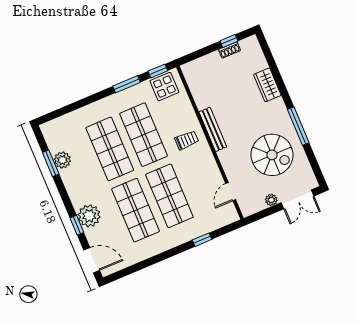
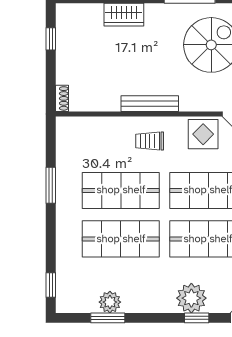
shoe rack: (230, 50) -> (62, 98), moved
window: (158, 71) -> (51, 285), moved
display table: (164, 87) -> (203, 134), moved
trolley: (187, 140) -> (150, 141), turned -90

